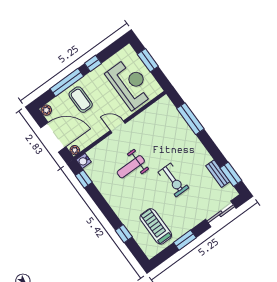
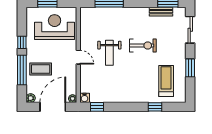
door: (118, 127) -> (78, 57), swing flipped
weight bench: (131, 167) -> (109, 53), moved
treadmill: (156, 226) -> (166, 81), turned 90

